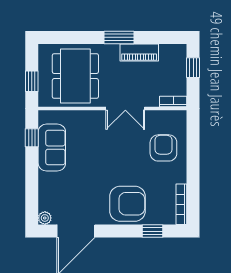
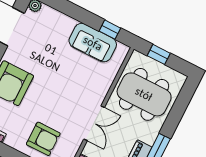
double door: (125, 108) -> (94, 123), swing flipped

